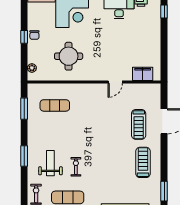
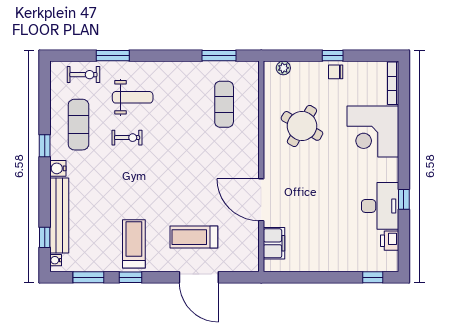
round table: (69, 56) -> (302, 126), turned 30
door: (115, 82) -> (261, 200), width x1.87
window: (24, 156) -> (113, 56), moved
treadmill: (143, 162) -> (134, 244), turned -90
window: (164, 165) -> (130, 277), added

